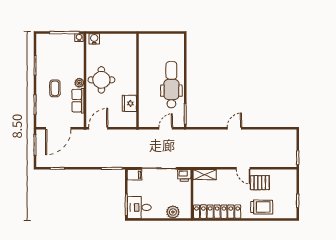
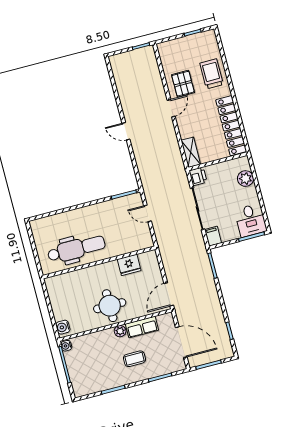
dental chair: (171, 85) -> (76, 249), moved, turned 180
door: (98, 128) -> (169, 294), hinge flipped

